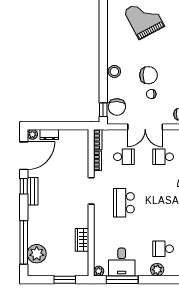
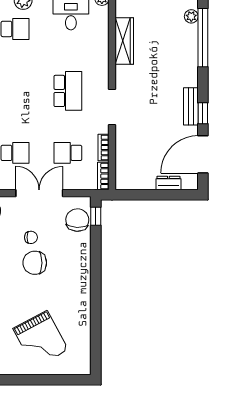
stool: (114, 71) -> (81, 268), removed
plant: (32, 134) -> (191, 183), removed
wardrobe: (82, 240) -> (124, 41), width x1.50
plant: (37, 254) -> (191, 16), width x0.53, depth x0.53

